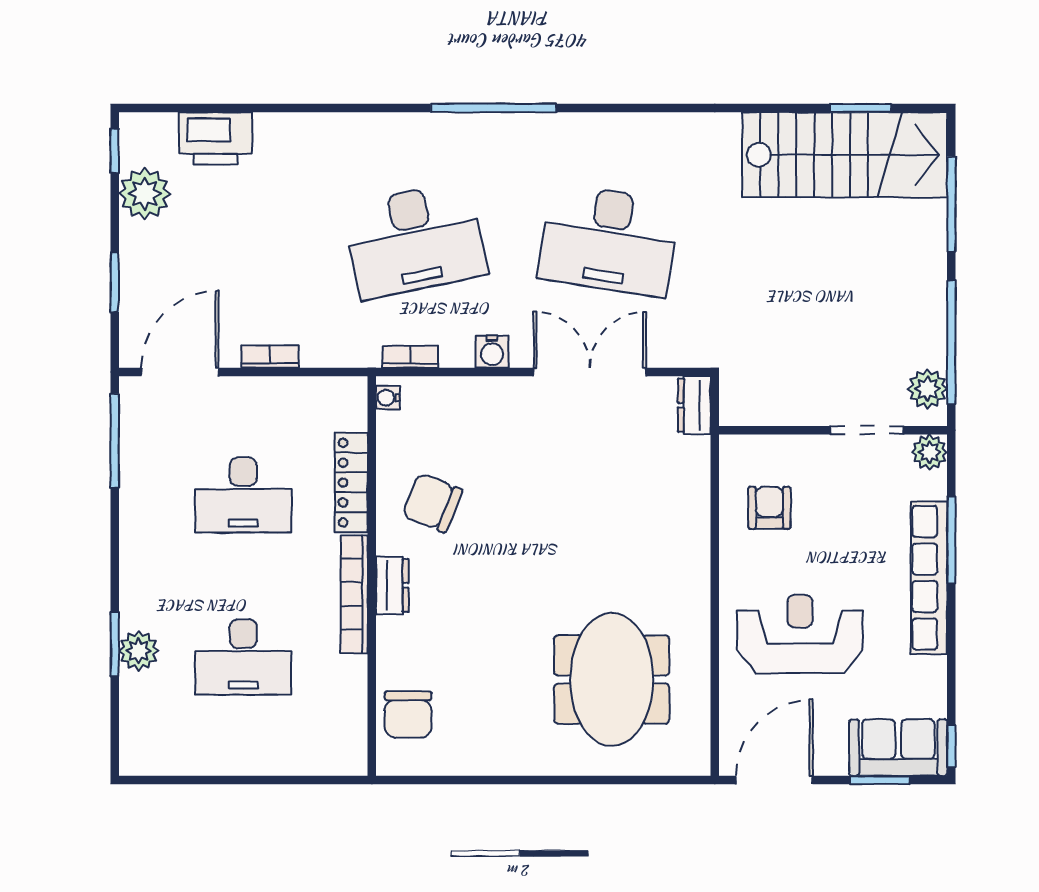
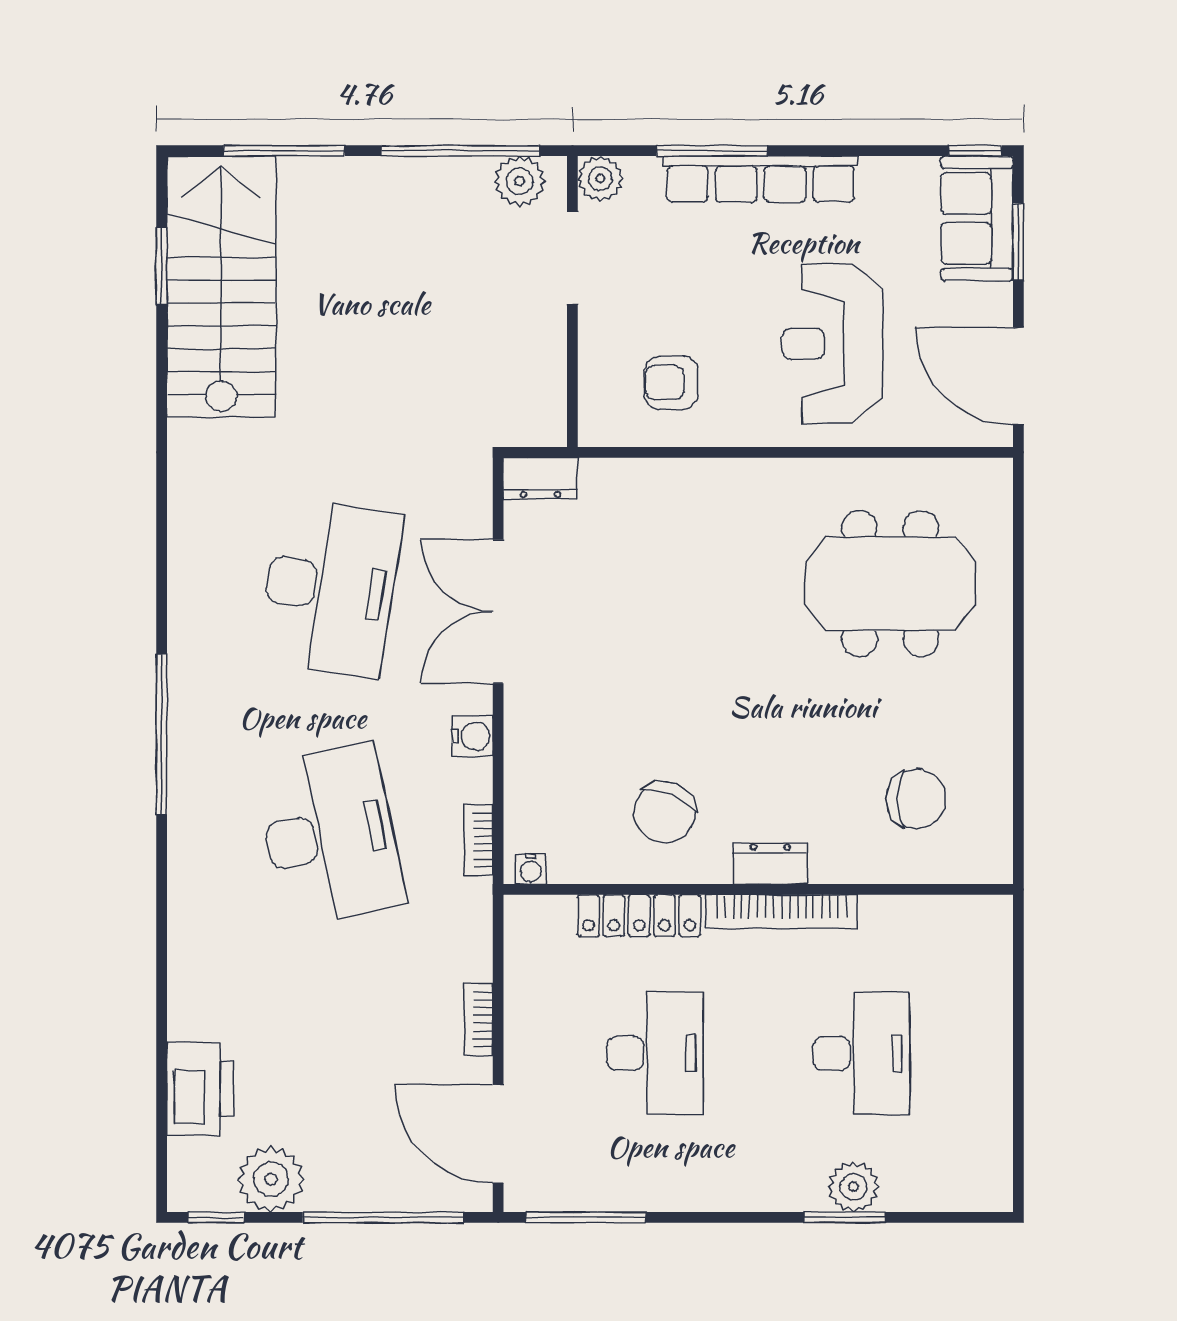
window: (115, 282) -> (383, 1217), width x2.11
chair: (408, 715) -> (916, 799), moved

